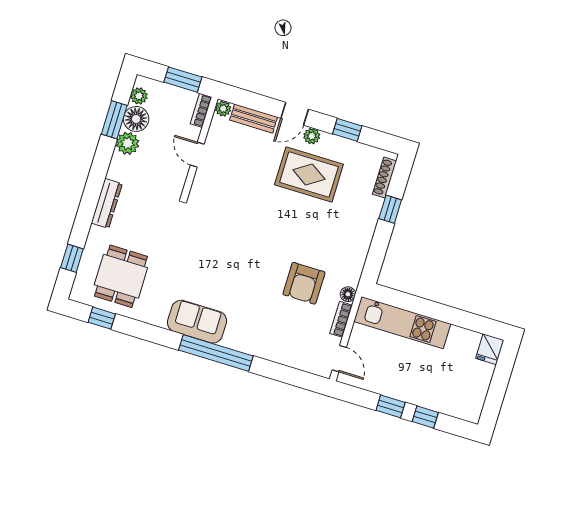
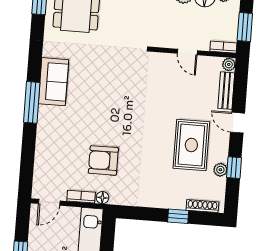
plant: (312, 136) -> (220, 170), moved
door: (197, 155) -> (187, 52), swing flipped
window: (216, 353) -> (32, 102), width x0.68

